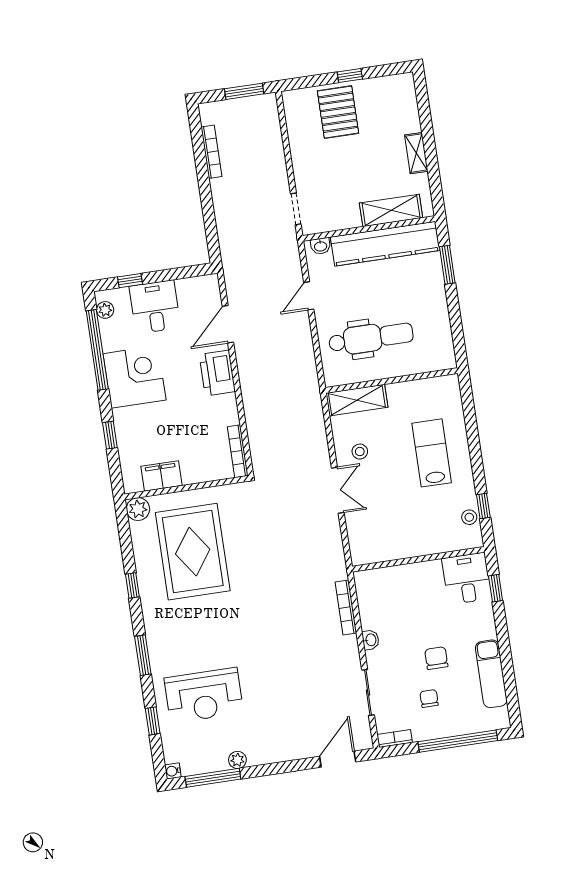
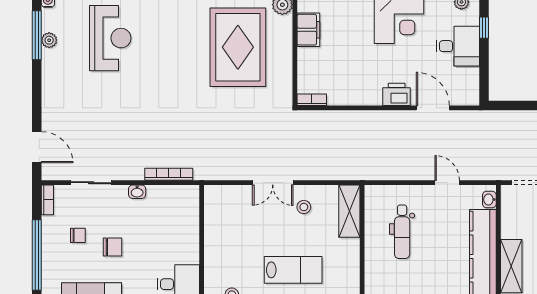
dental chair: (371, 338) -> (402, 232), width x0.73, depth x0.72
printer: (217, 373) -> (397, 94), width x0.73, depth x0.84
bookcase: (238, 451) -> (312, 100), width x0.64
rug: (193, 552) -> (238, 47), turned 90
reception desk: (204, 695) -> (110, 38), turned 180
plant: (237, 760) -> (49, 40), moved

